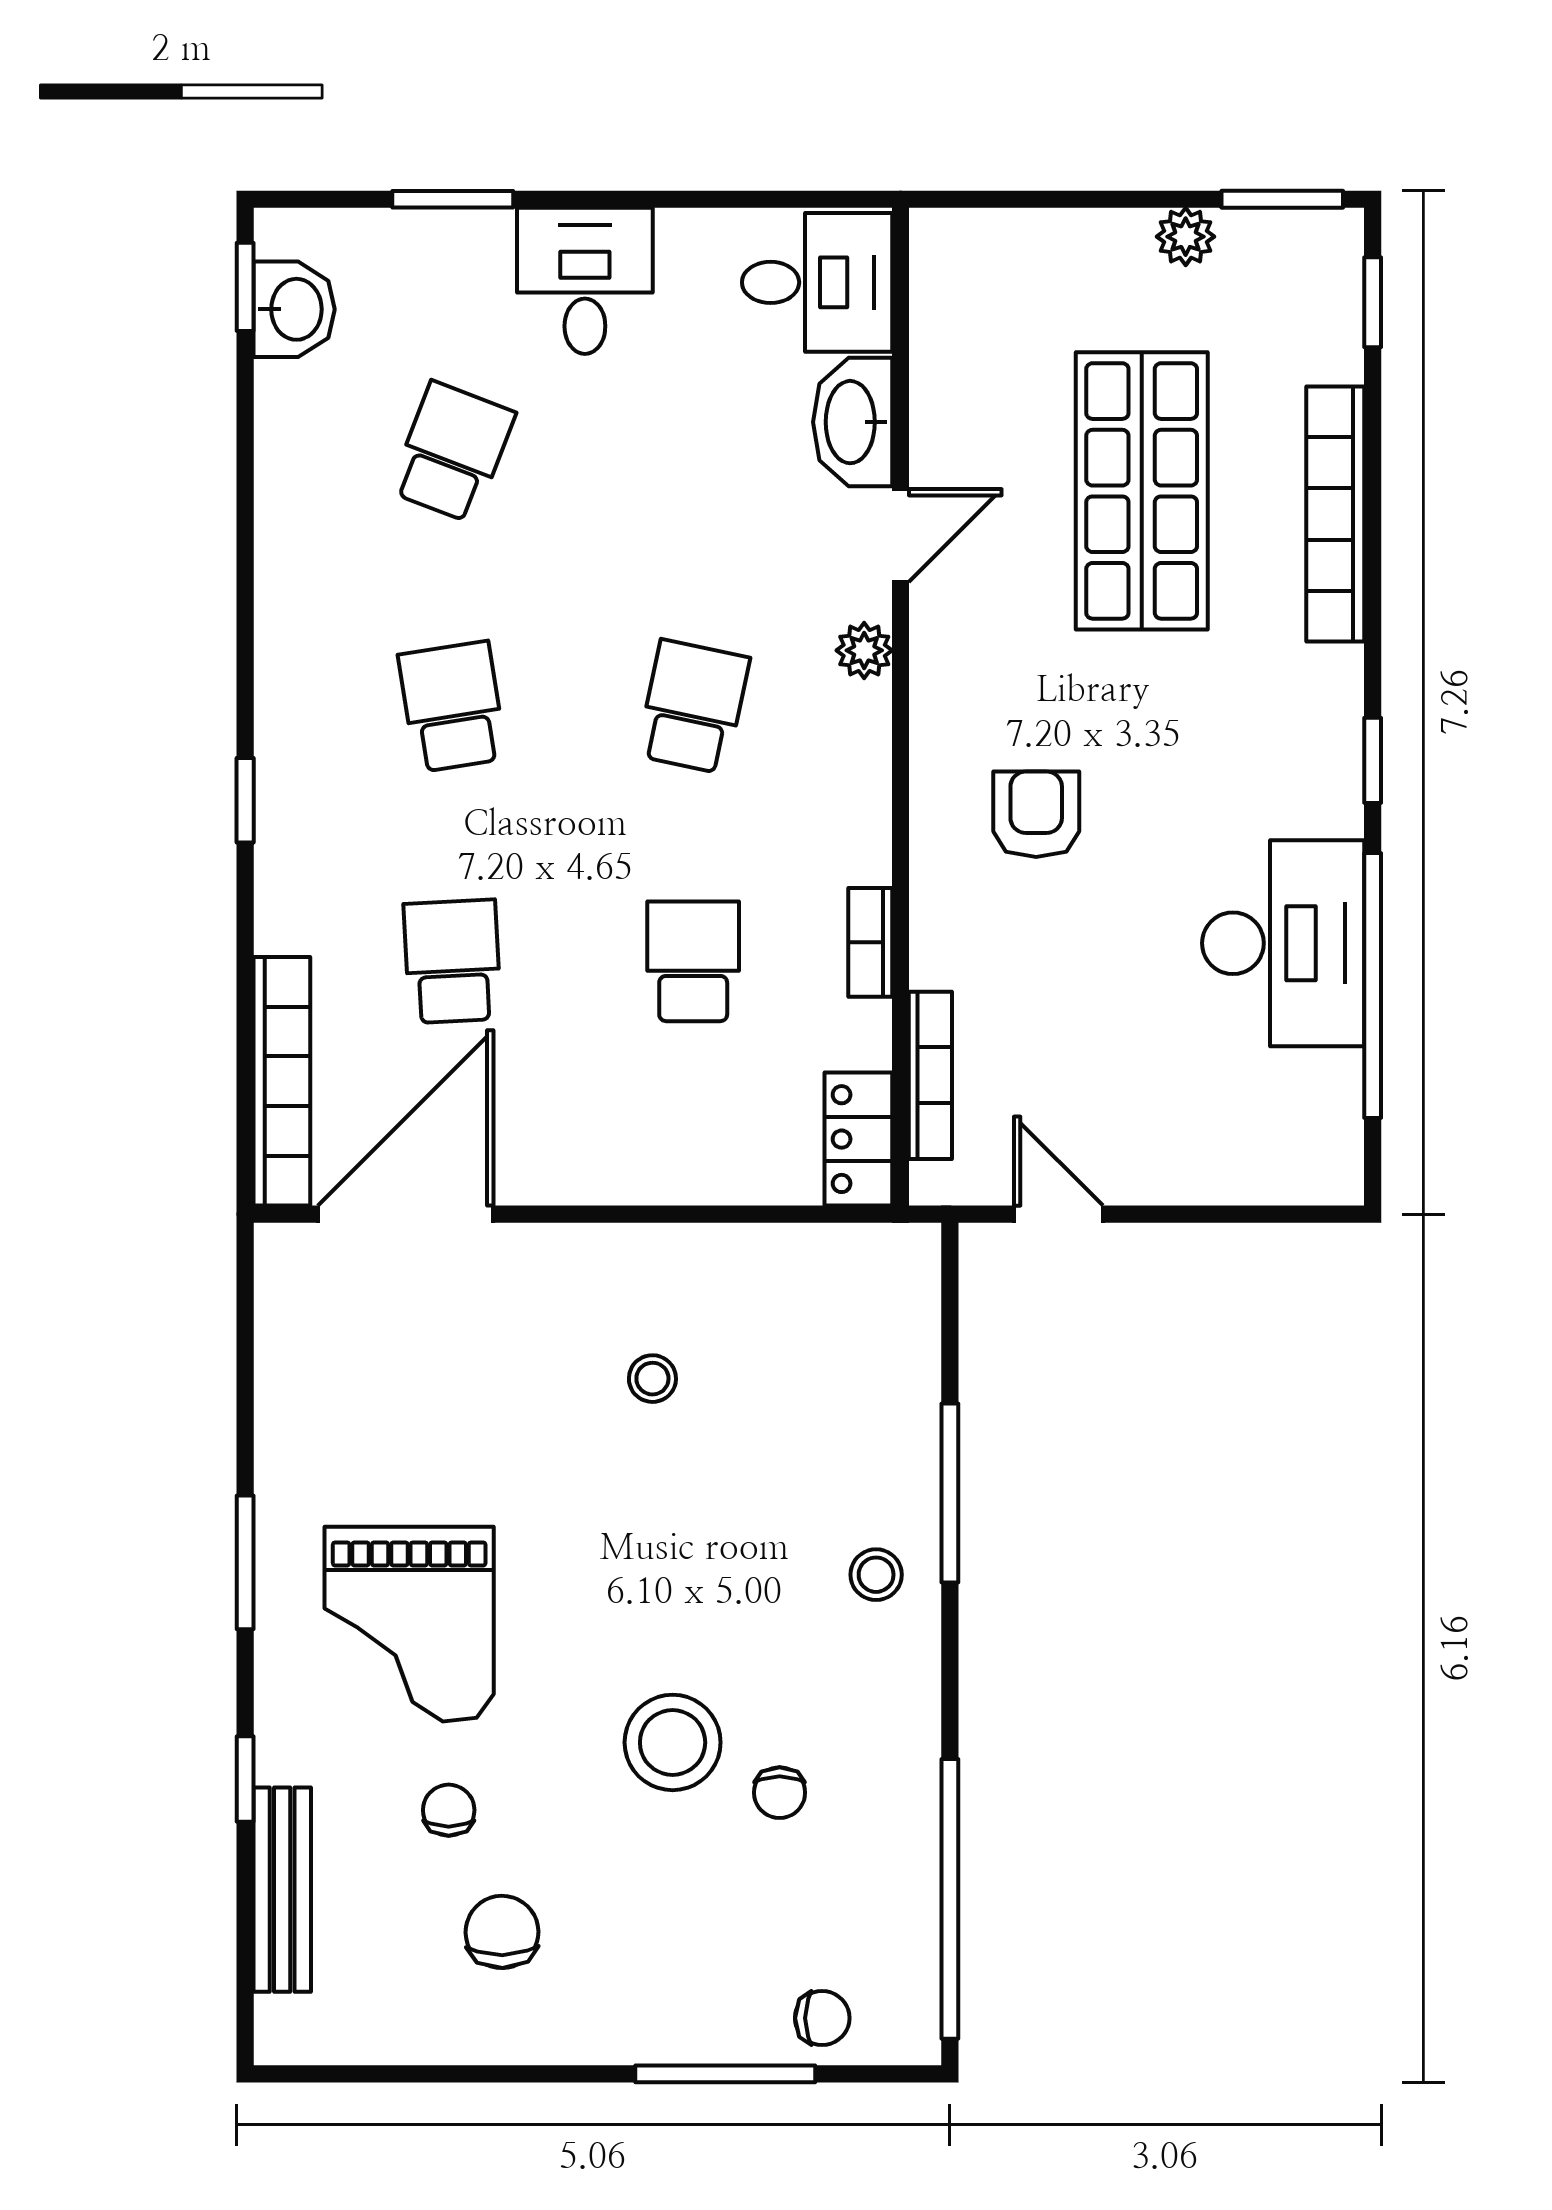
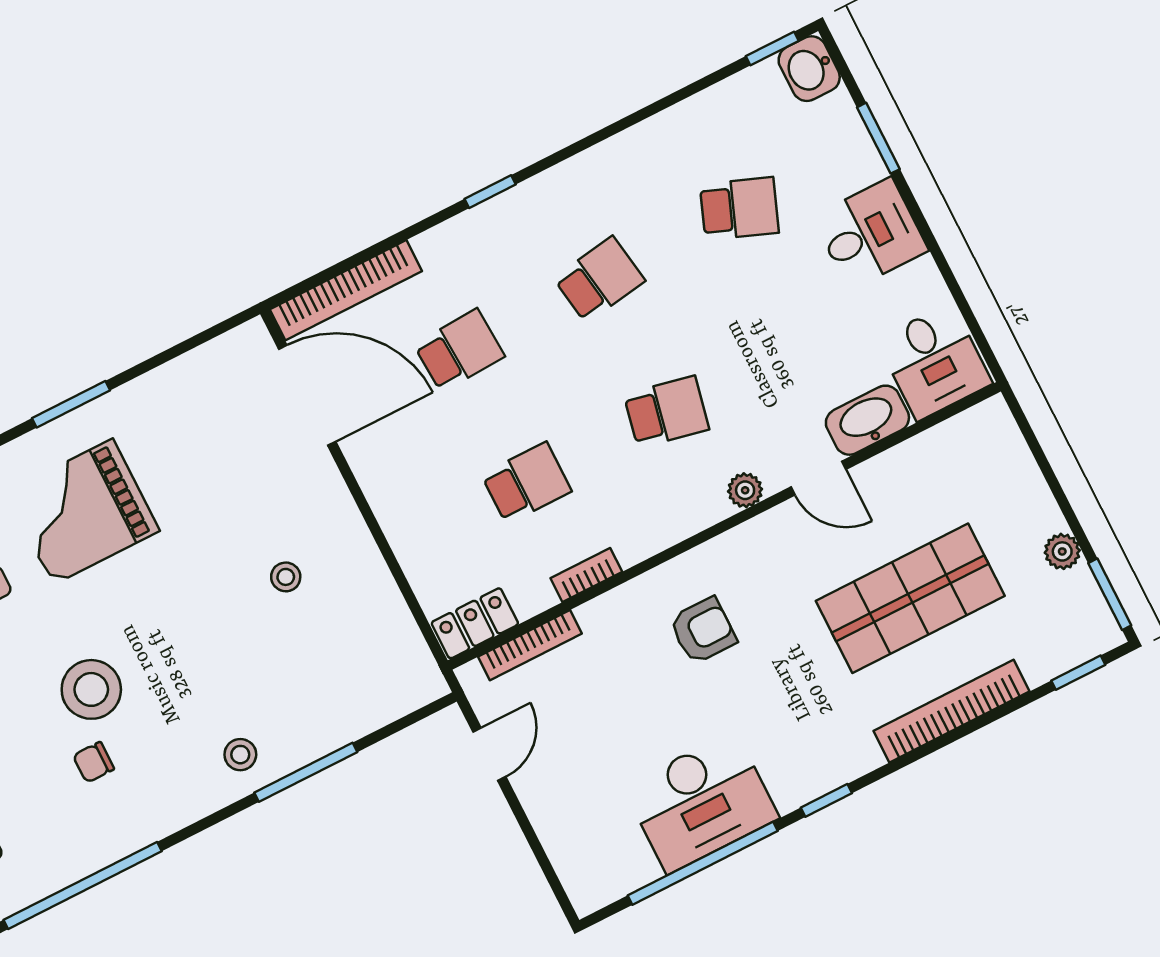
washbasin: (294, 309) -> (809, 69), moved, turned 90

